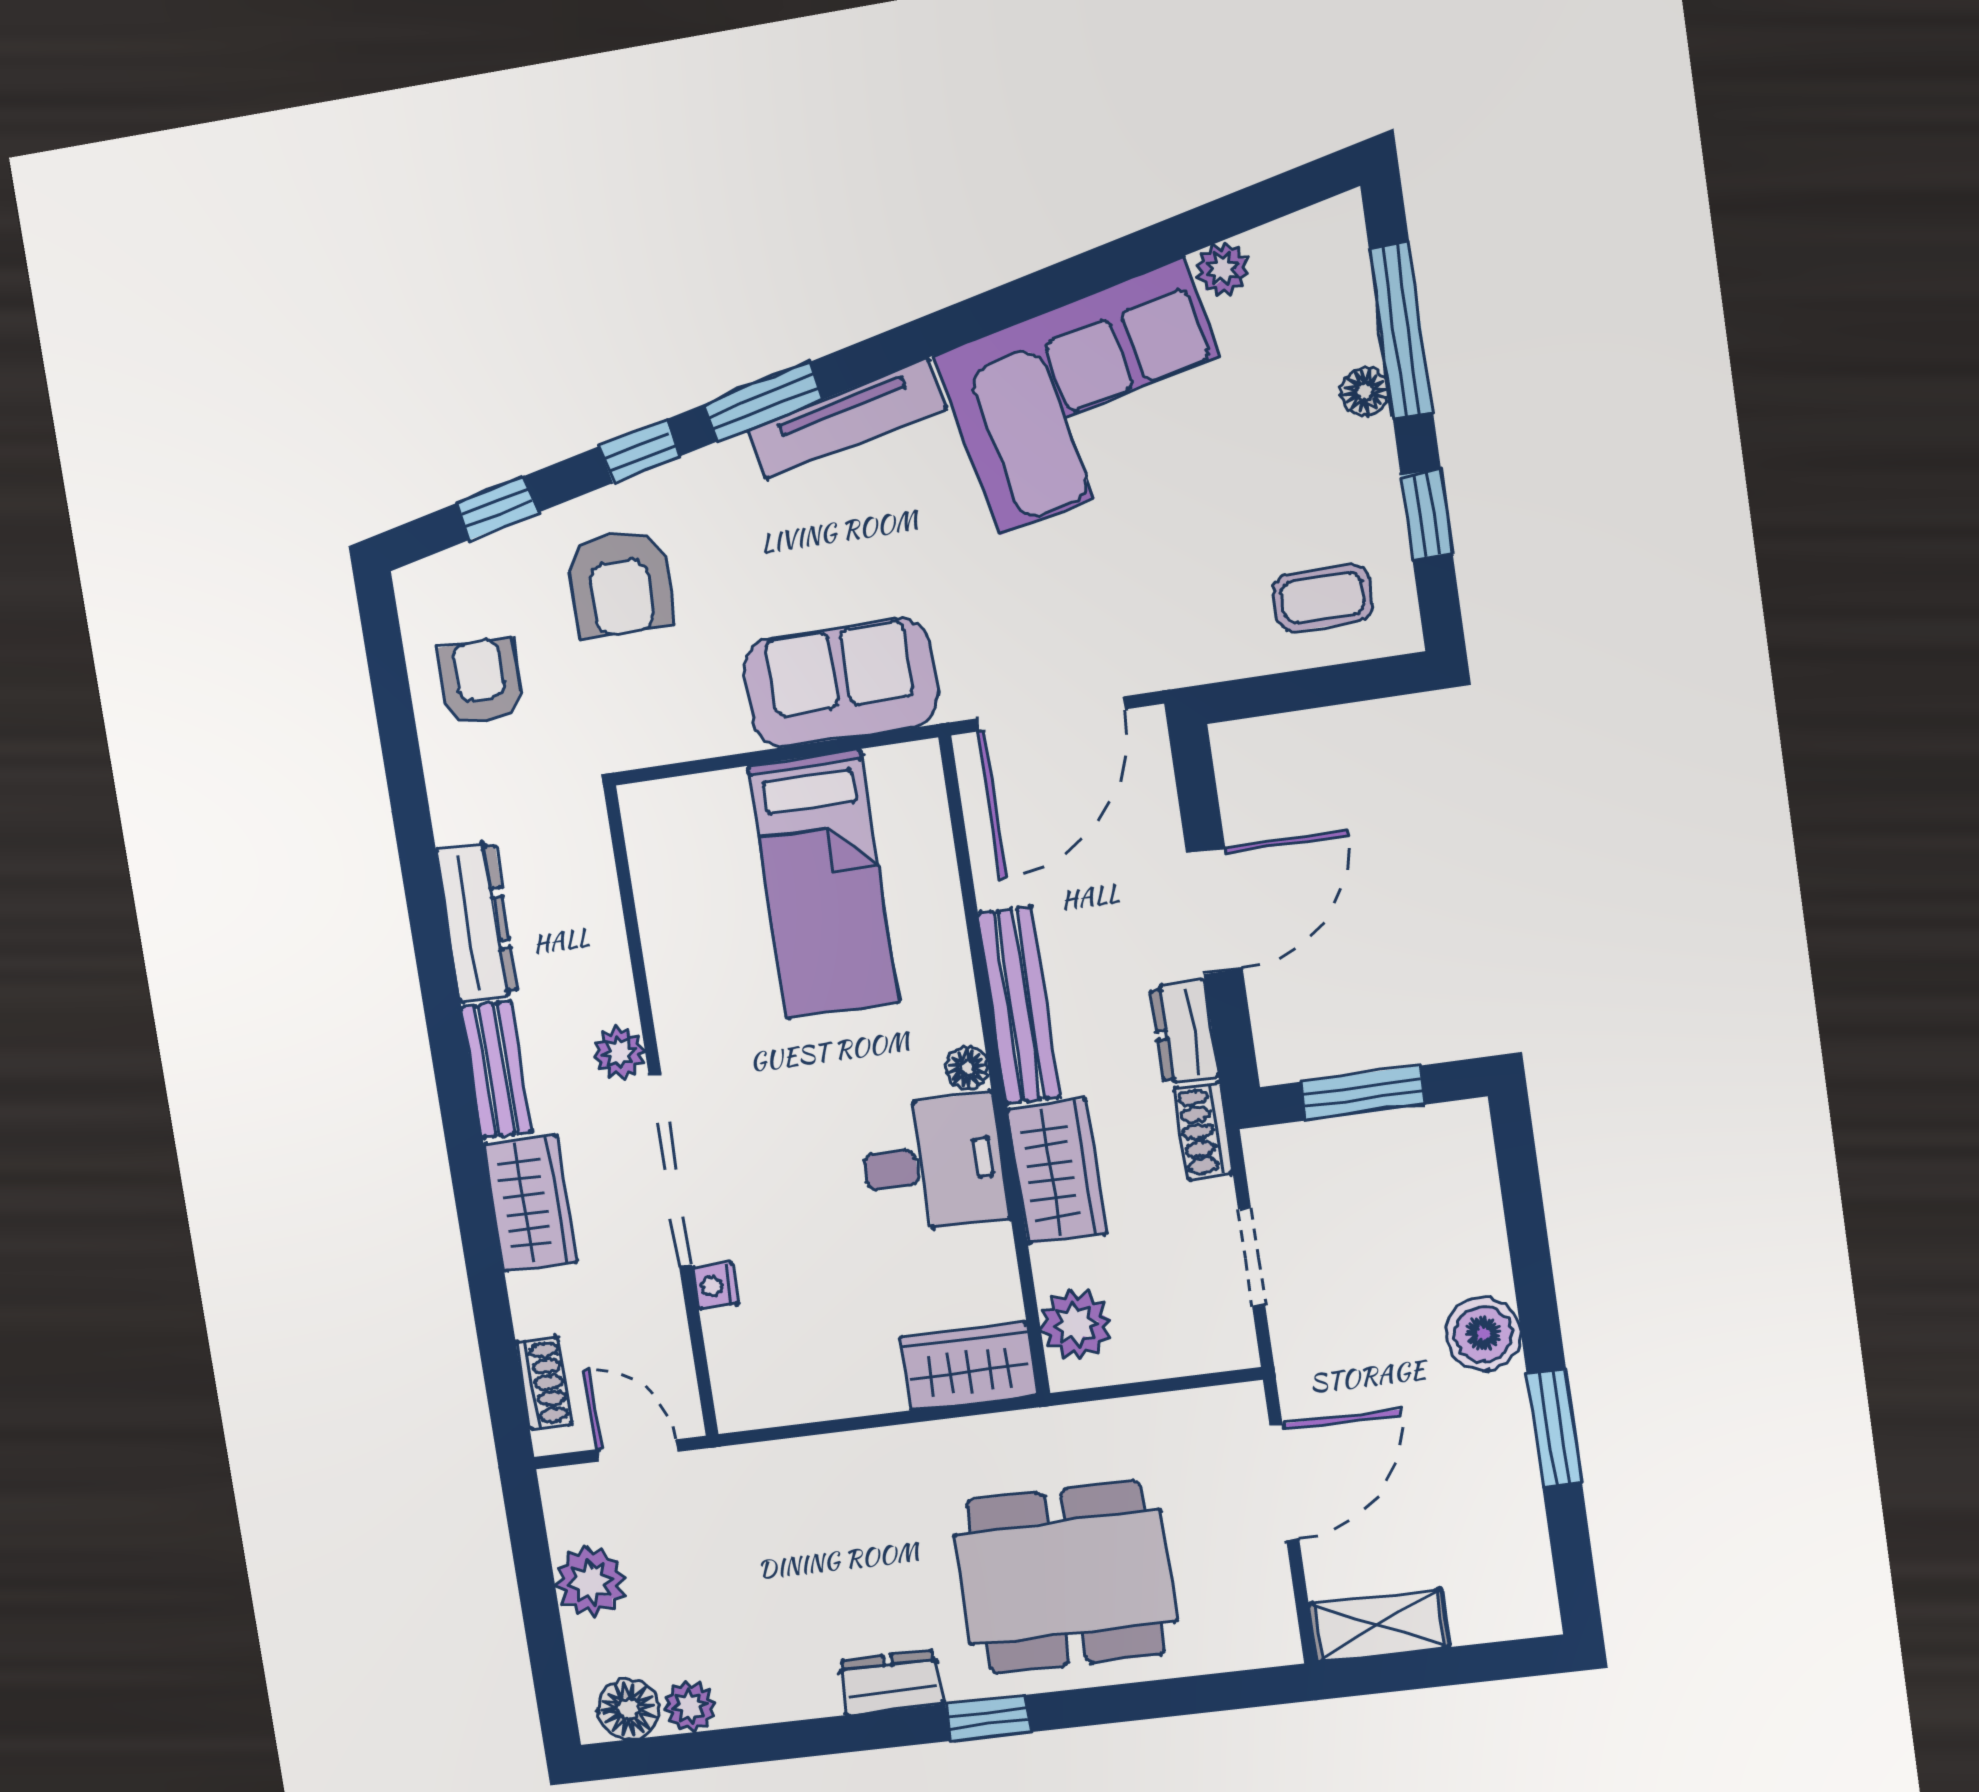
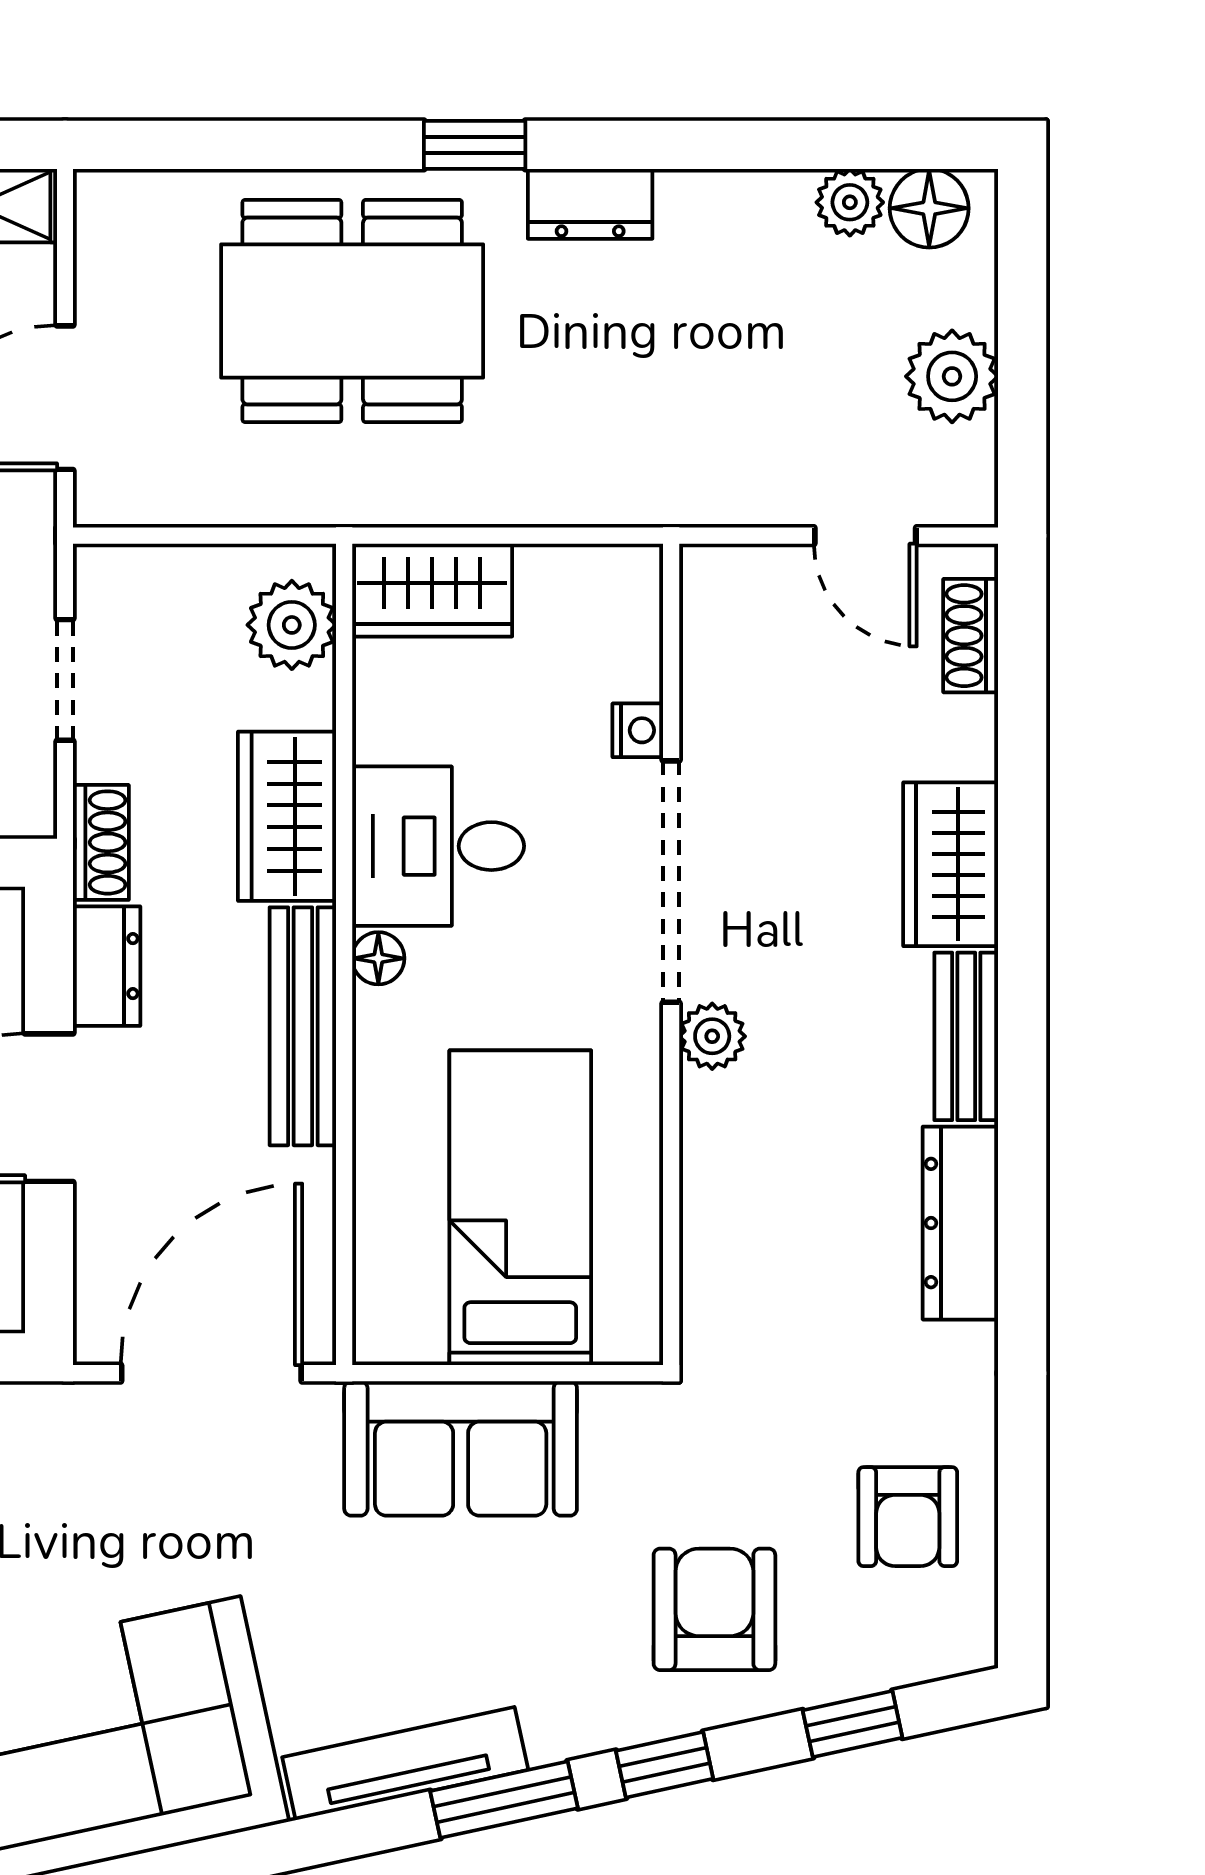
plant: (619, 1053) -> (712, 1036), moved
wall: (661, 1113) -> (671, 954), moved
doorway: (670, 1170) -> (671, 882), moved
nightstand: (715, 1286) -> (638, 730), moved

